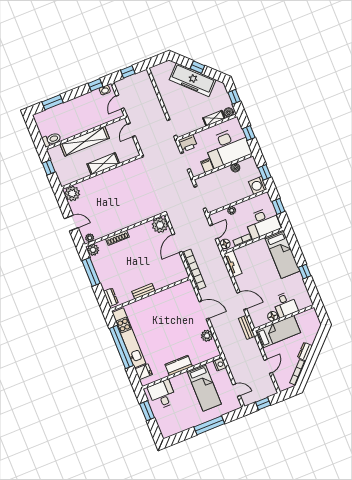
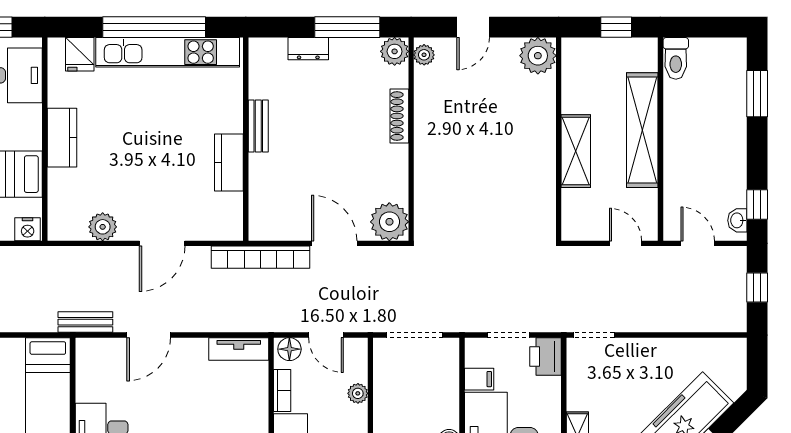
dresser: (111, 297) -> (308, 49), moved
kitchen counter: (162, 297) -> (229, 163), added
floor lamp: (273, 316) -> (87, 390), removed

